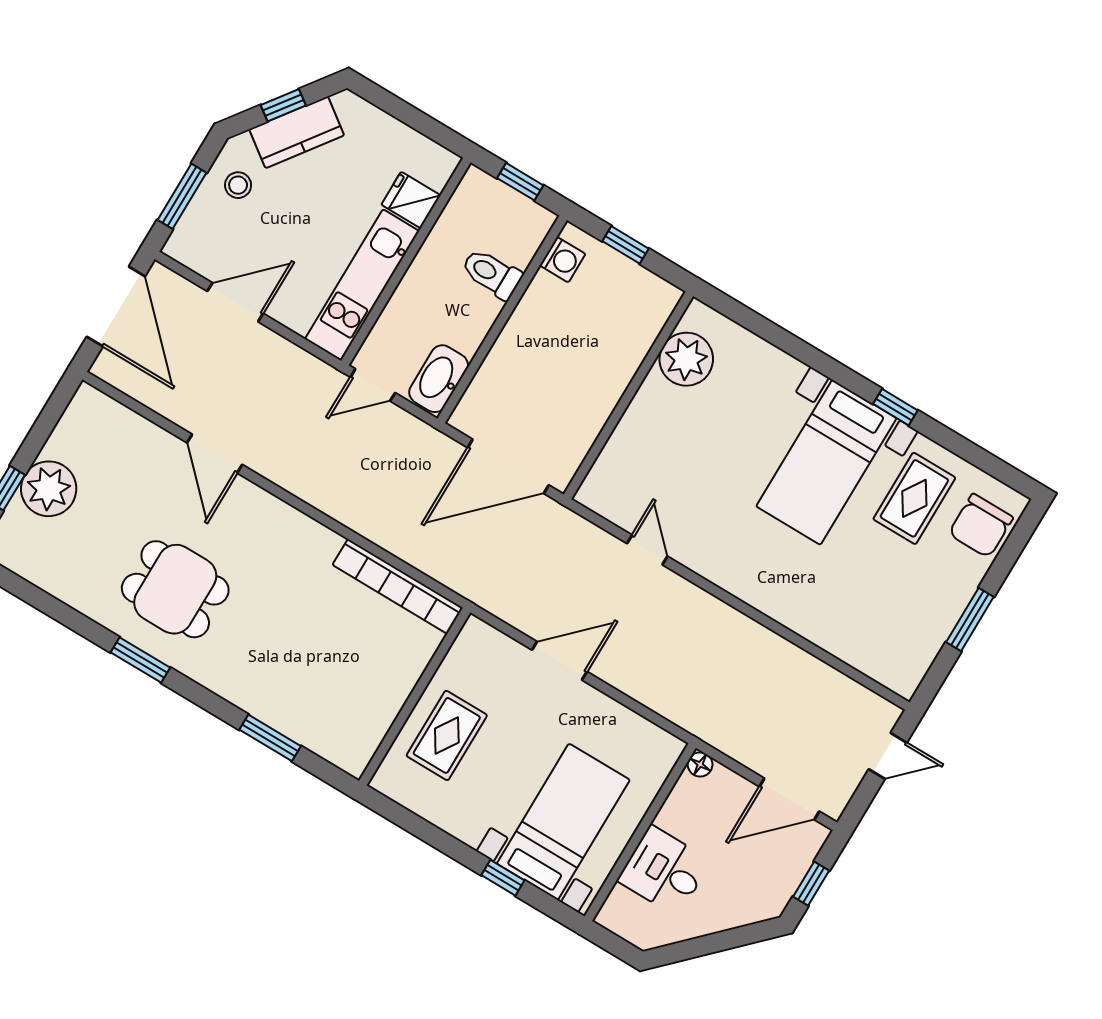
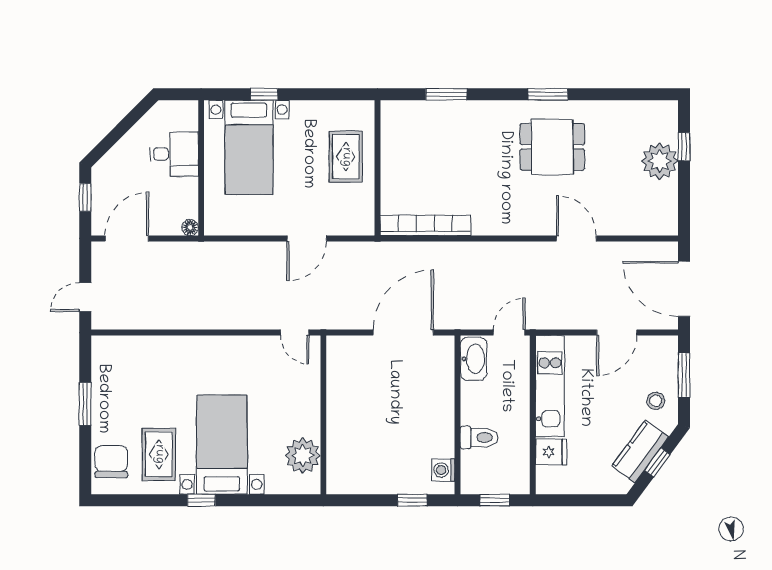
plant: (686, 359) -> (303, 456), moved
wall: (629, 395) -> (323, 415), moved

